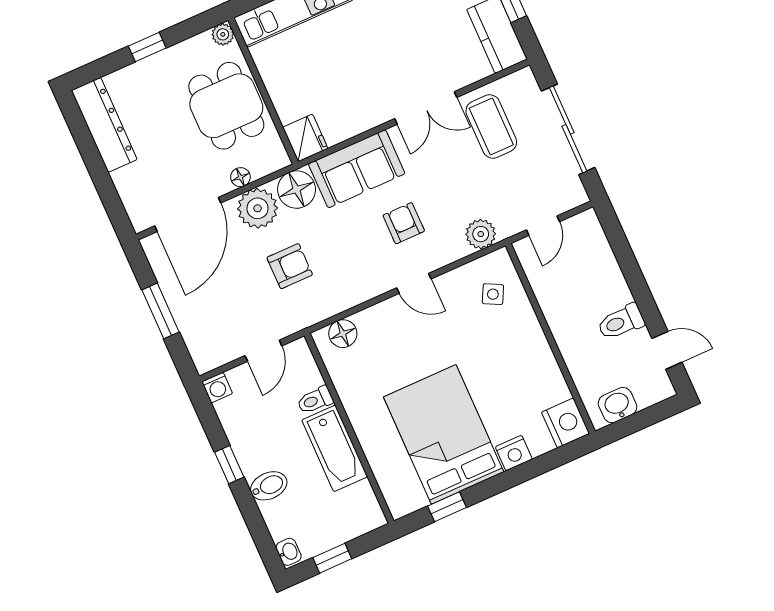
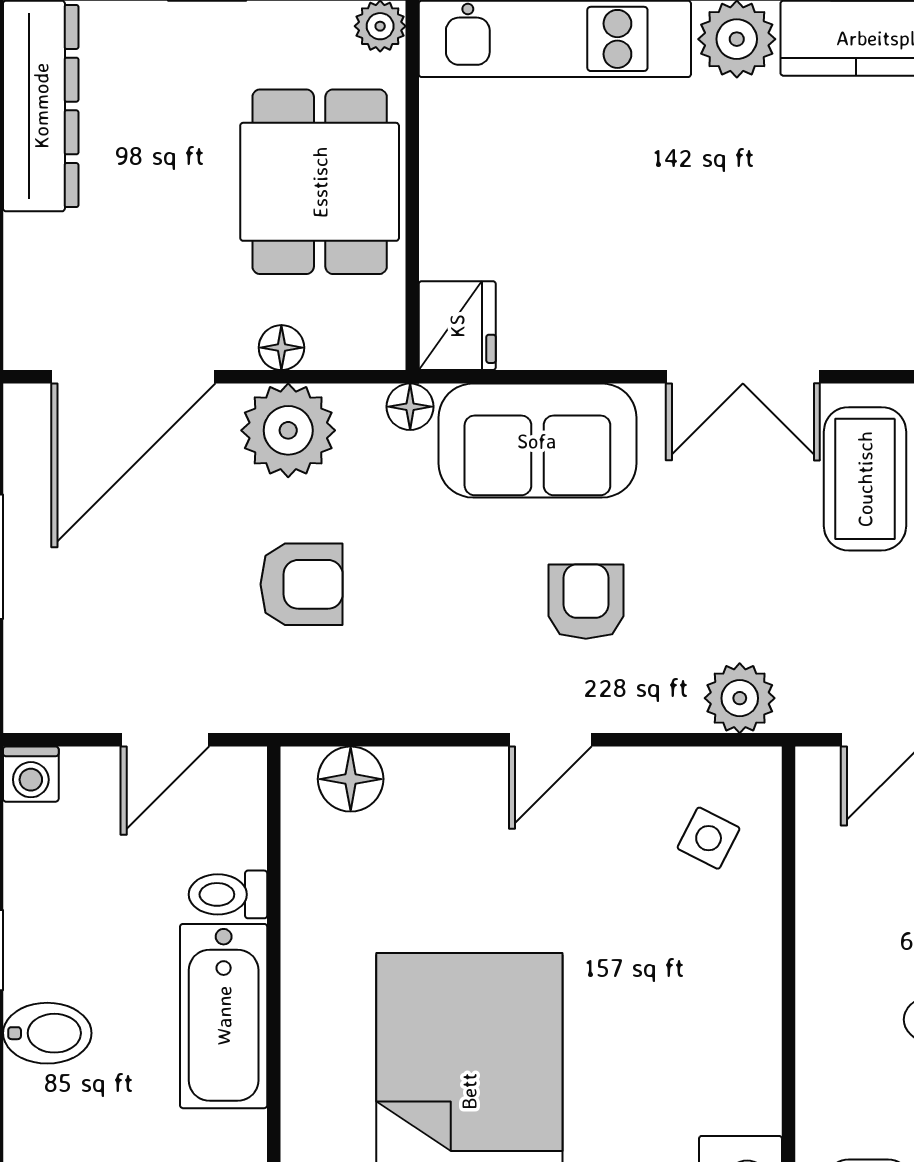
floor lamp: (297, 190) -> (410, 407), width x0.53, depth x0.53
door: (414, 283) -> (550, 740), hinge flipped

